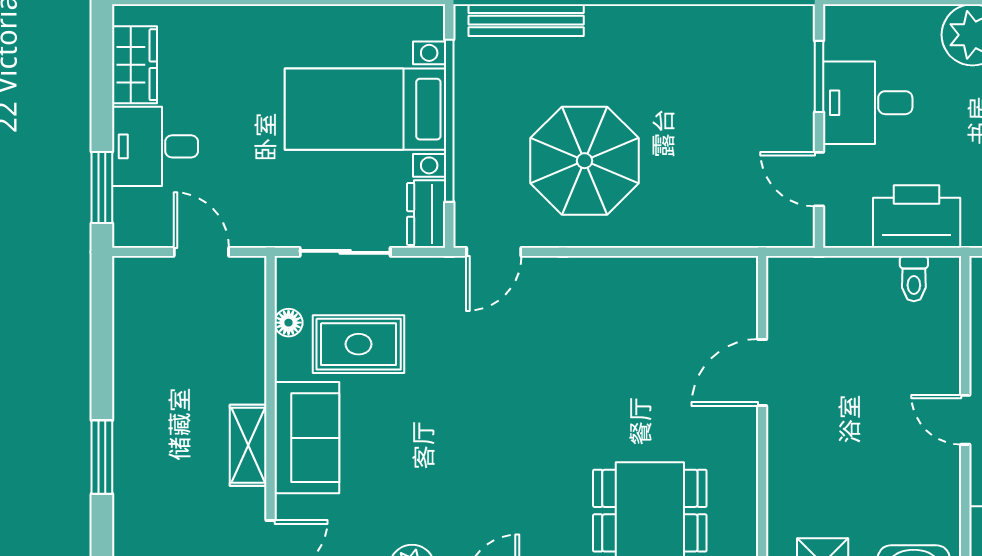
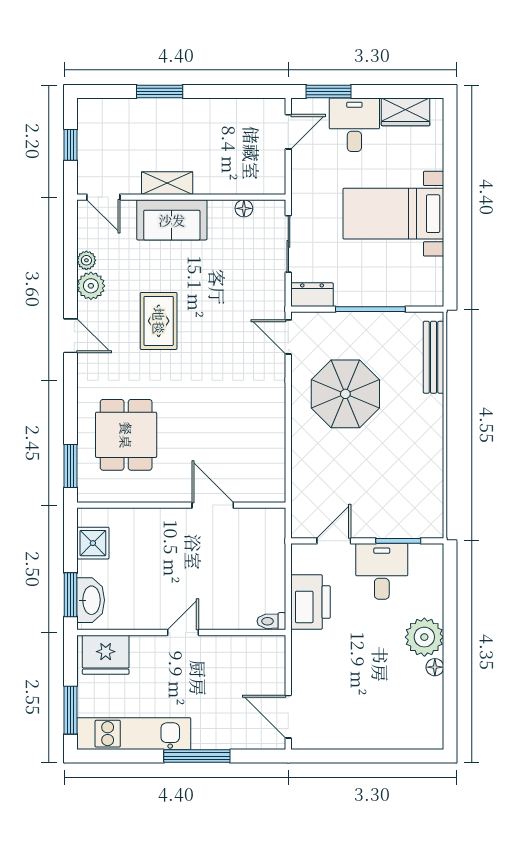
bed with nightstands: (365, 109) -> (393, 214), moved, turned -90
window: (449, 121) -> (370, 309), width x0.68
door: (201, 252) -> (288, 132), moved
toilet: (914, 279) -> (271, 621), moved
rug: (359, 344) -> (159, 321), moved

